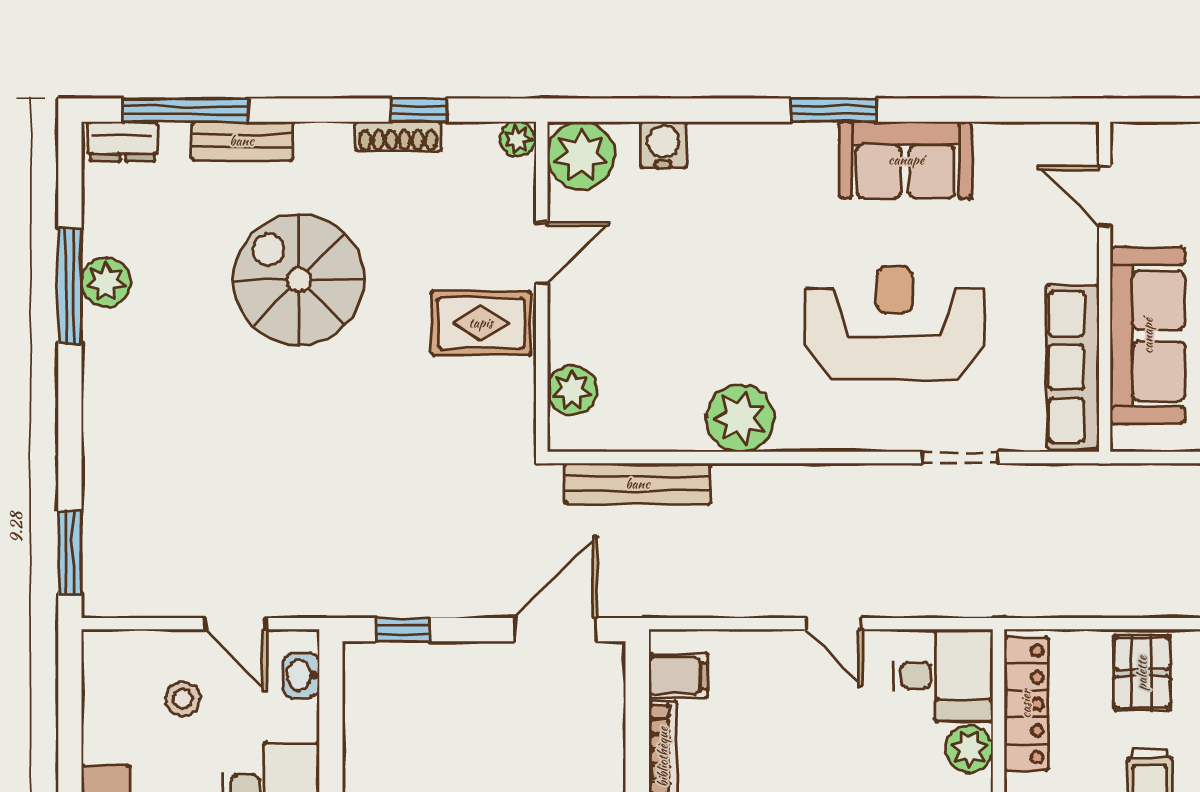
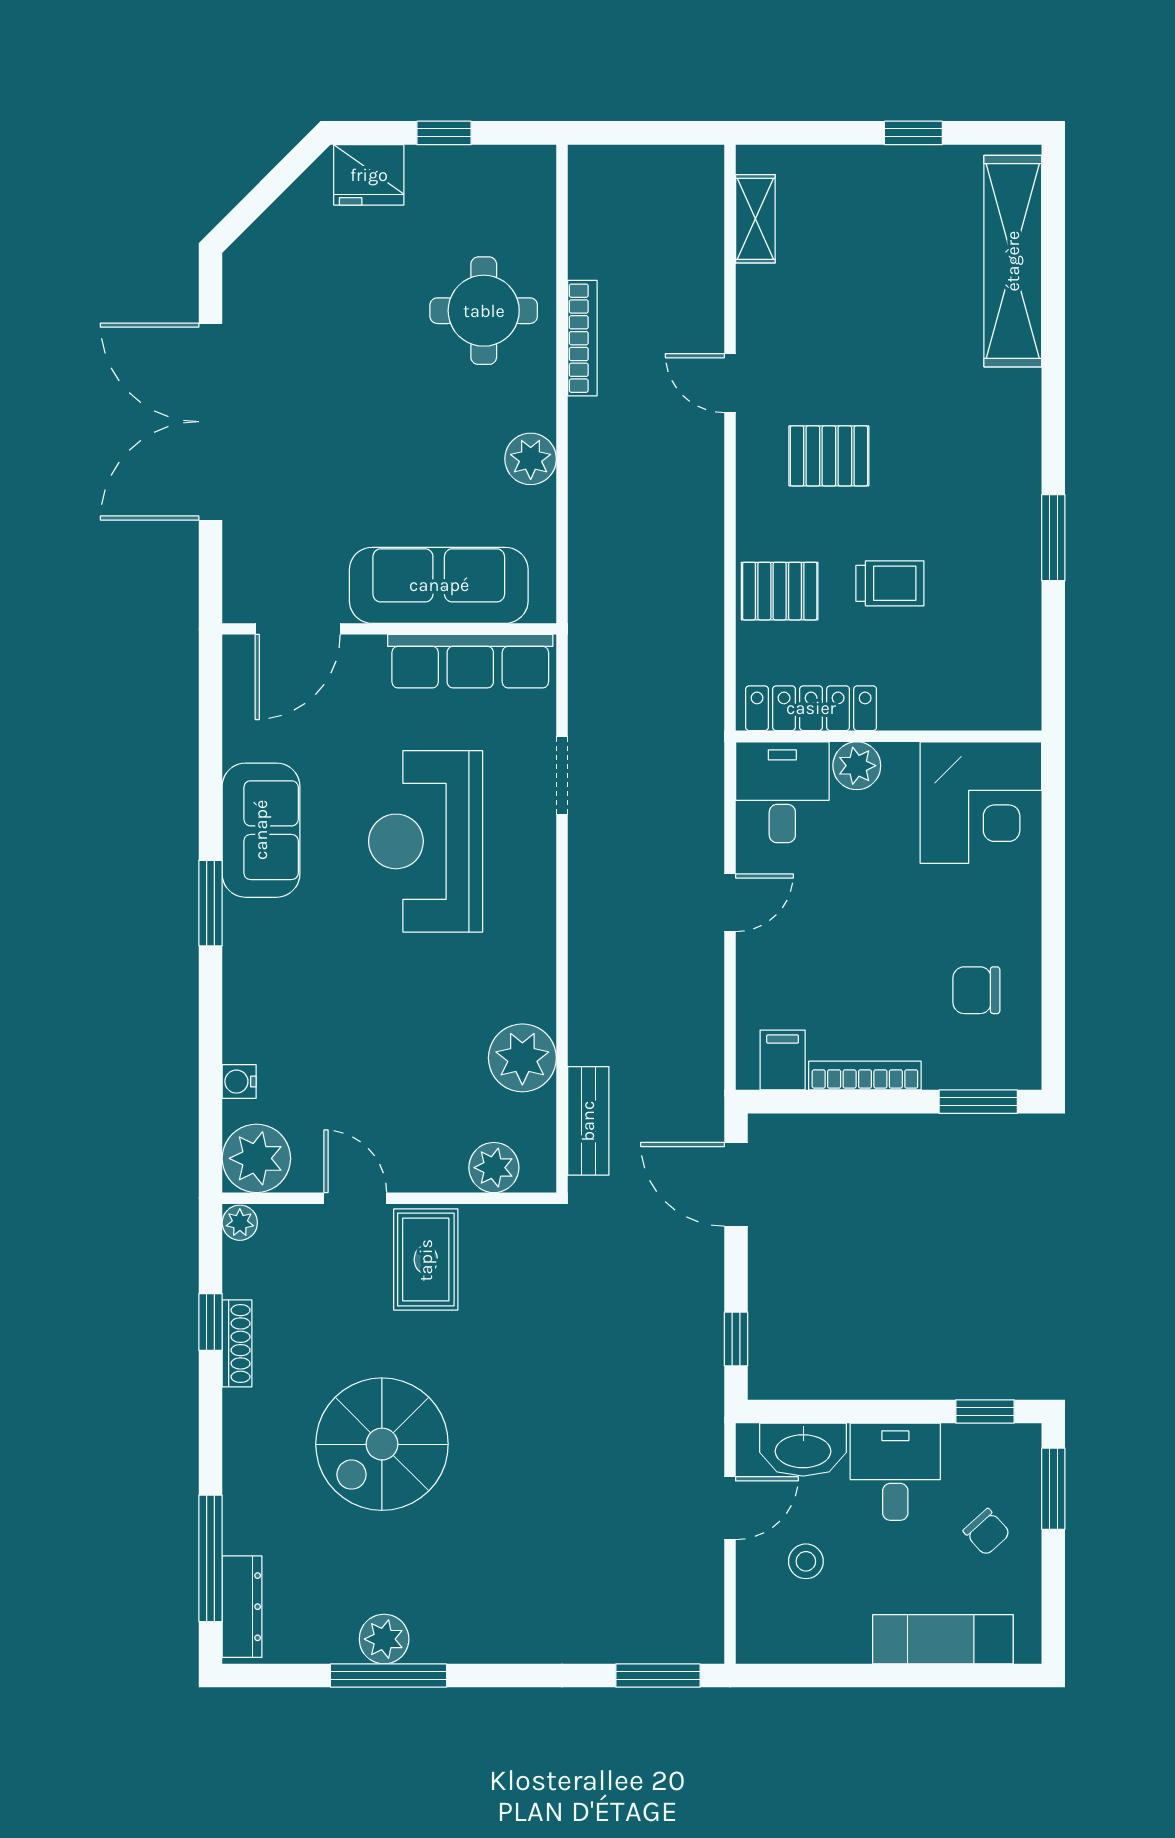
dresser: (123, 141) -> (242, 1607), width x1.44
bench: (242, 141) -> (242, 1501), removed
water cooler: (663, 145) -> (239, 1082), width x0.72, depth x0.72
door: (1105, 196) -> (298, 629), width x1.38
plant: (740, 418) -> (522, 1058), moved
bench: (638, 484) -> (588, 1121), width x0.73
washbasin: (301, 675) -> (803, 1450), width x1.91, depth x1.45

